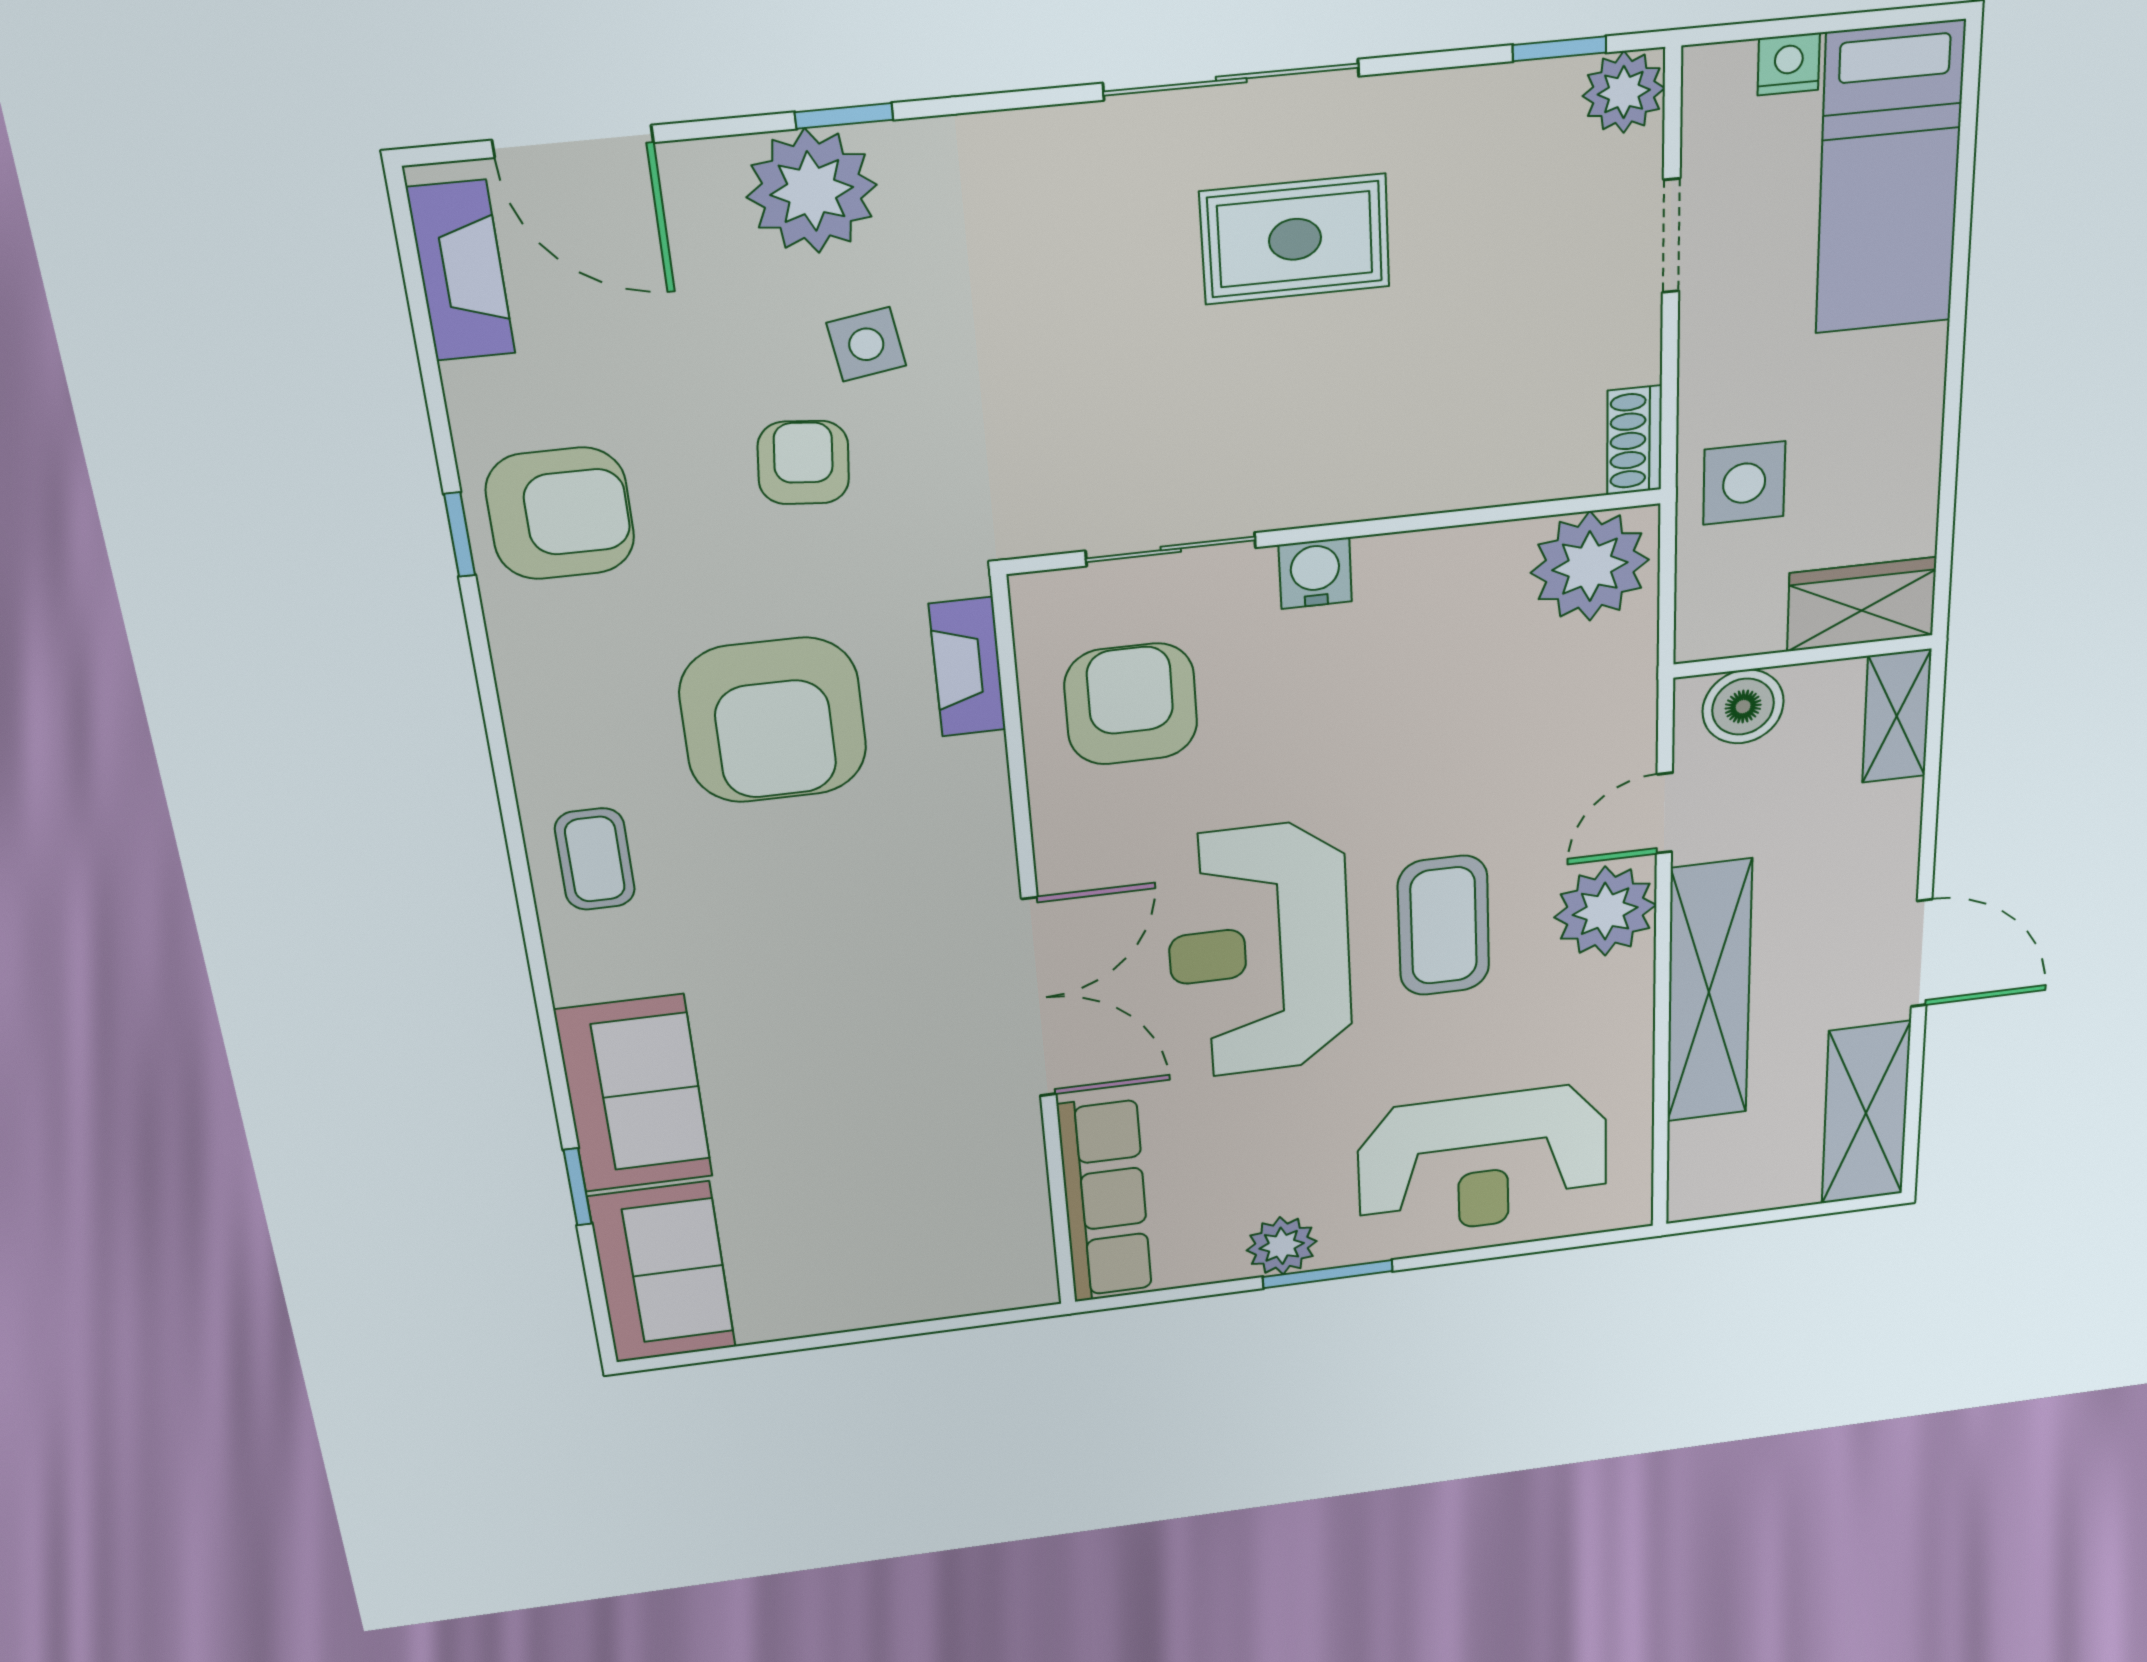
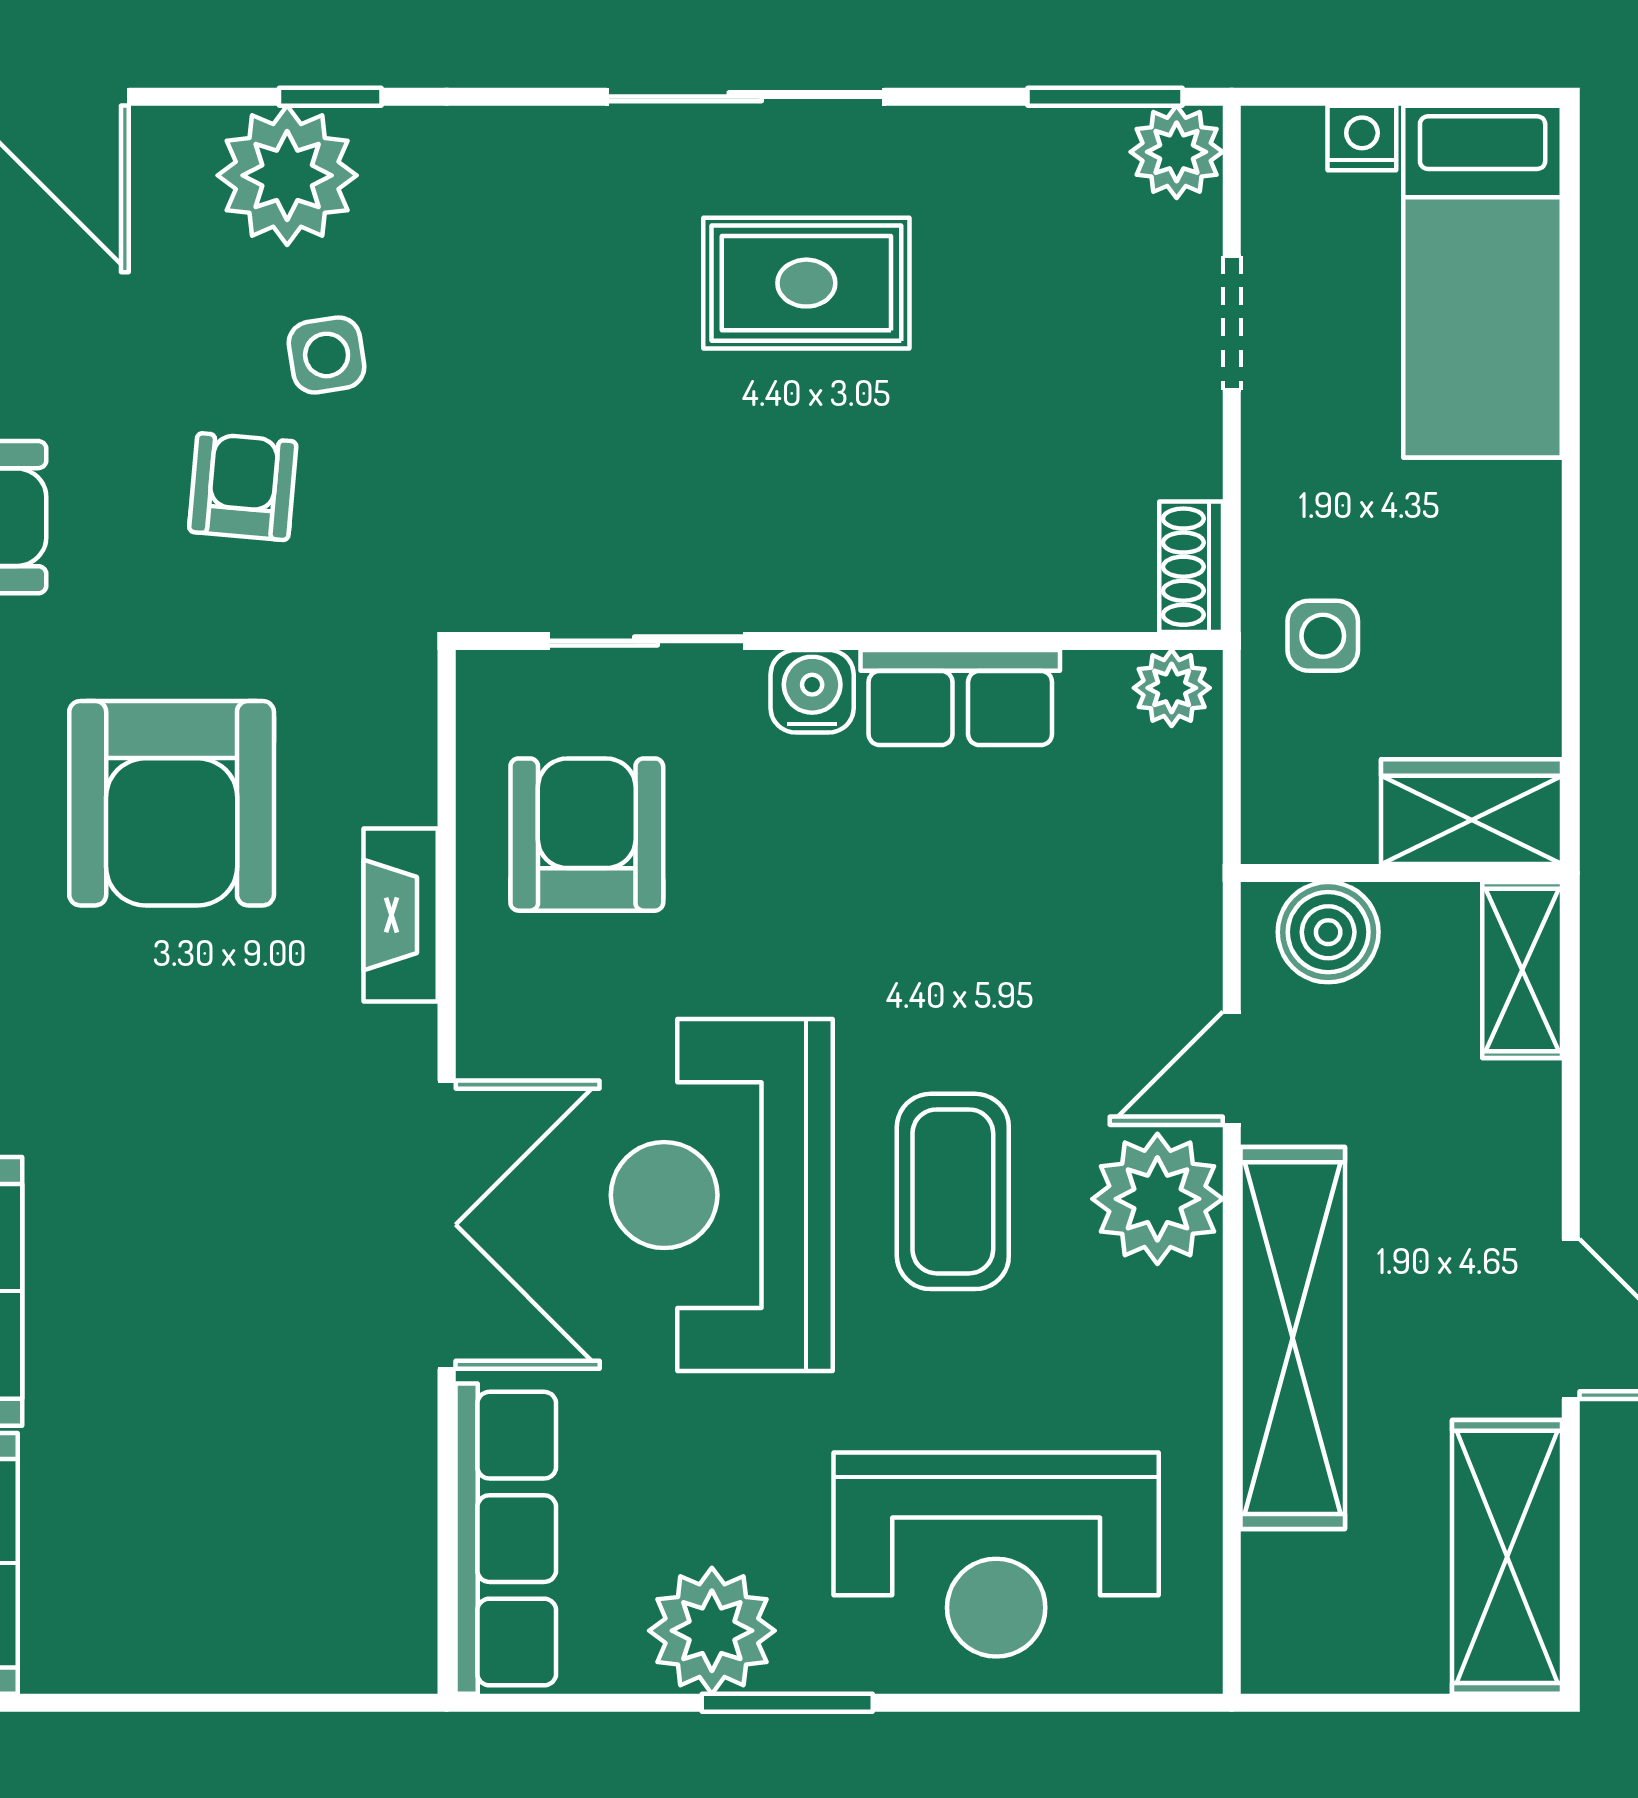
window: (1559, 49) -> (1105, 97), width x1.50
side table: (1744, 483) -> (1323, 636), width x0.73, depth x0.73
row of seats: (1441, 564) -> (960, 698), added
plant: (1590, 566) -> (1172, 688), width x0.53, depth x0.53
fireplace: (967, 667) -> (401, 915), moved
plant: (1282, 1246) -> (712, 1631), width x1.36, depth x1.36

